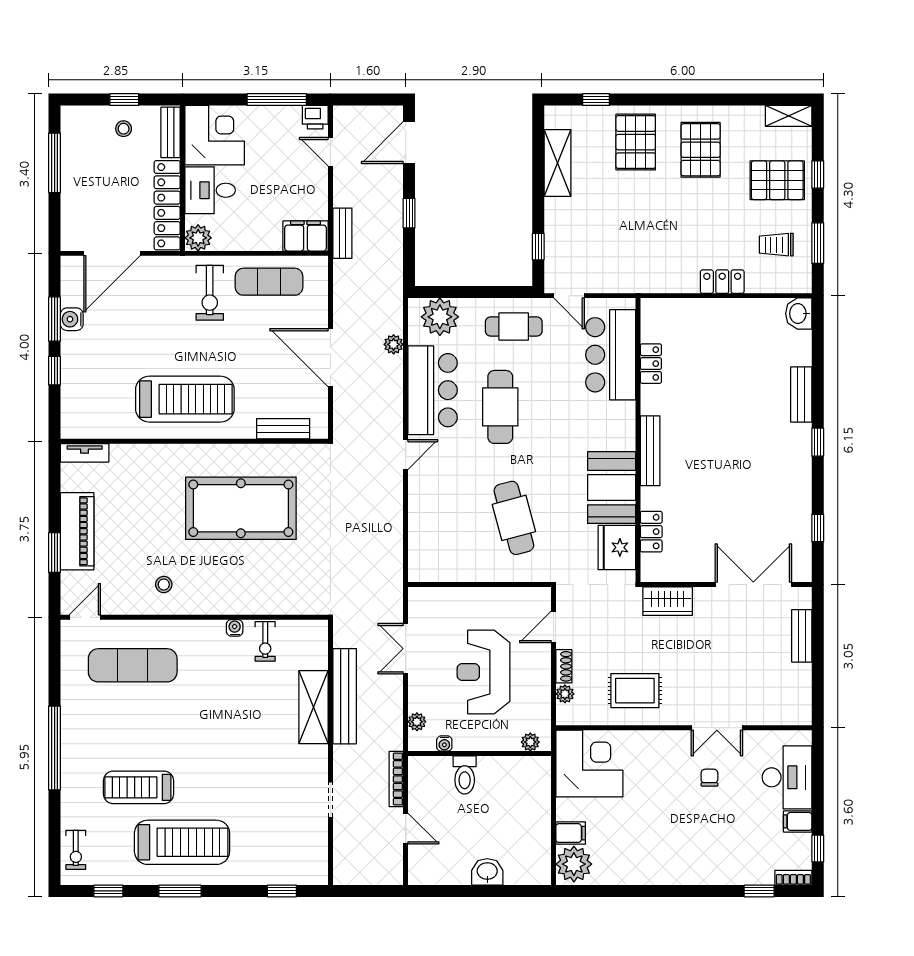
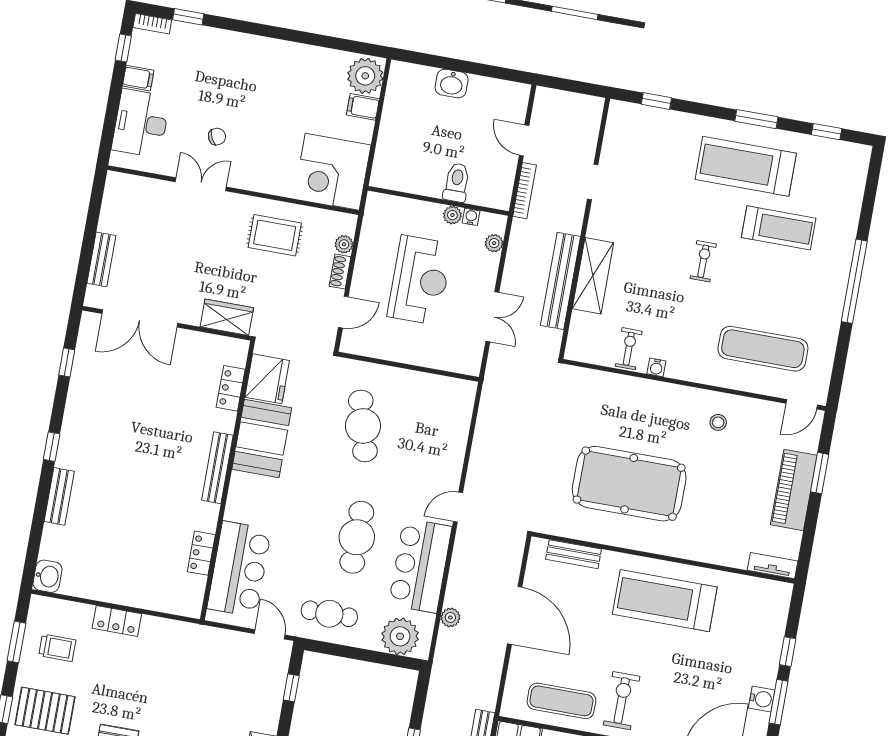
plant: (530, 742) -> (452, 215), moved
chair: (709, 778) -> (217, 137), turned -116
exercise bike: (76, 850) -> (703, 261), moved

